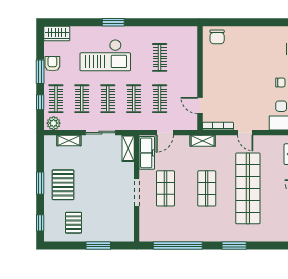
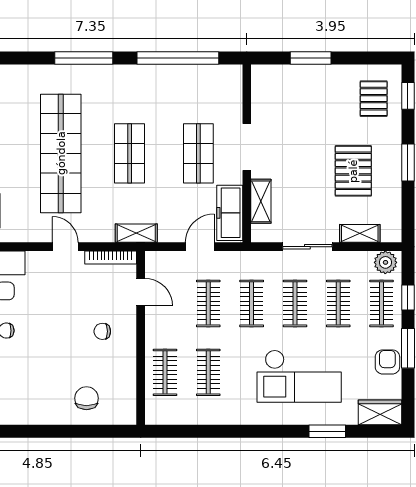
window: (113, 22) -> (327, 431), moved
chair: (217, 37) -> (86, 398), moved
checkout: (105, 55) -> (299, 376), turned 180
clothes rail: (185, 57) -> (165, 372), added
armchair: (52, 64) -> (387, 362), turned 180
chair: (223, 82) -> (102, 331), added
shelving: (128, 148) -> (261, 201), moved
pallet: (63, 185) -> (353, 171), moved
pallet: (74, 223) -> (374, 99), moved
window: (234, 246) -> (84, 58), width x1.44

